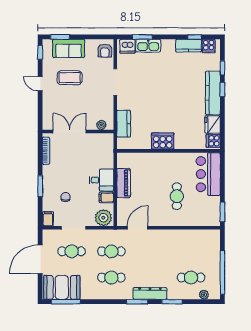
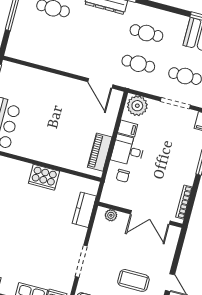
piano: (124, 183) -> (100, 152), moved
cafe table: (177, 196) -> (44, 108), removed
chair: (66, 197) -> (123, 176), moved
door: (138, 228) -> (100, 83), hinge flipped

